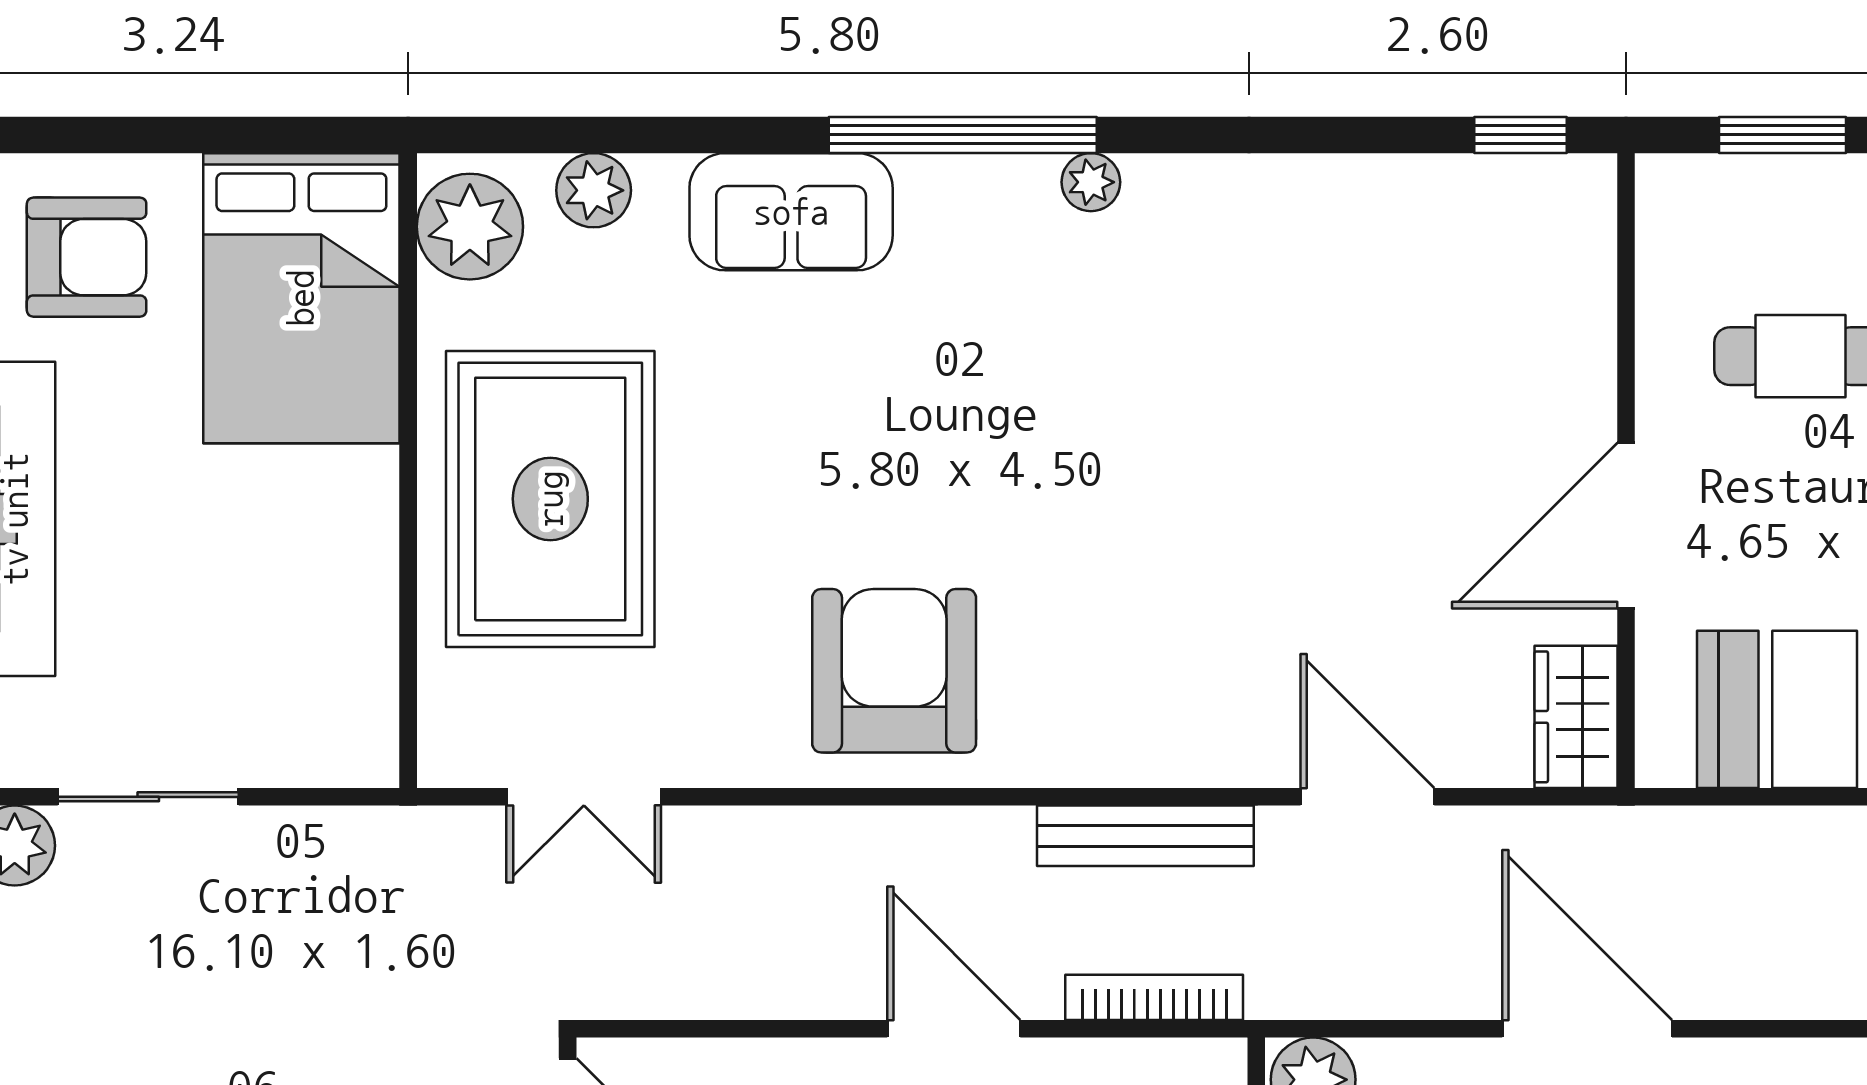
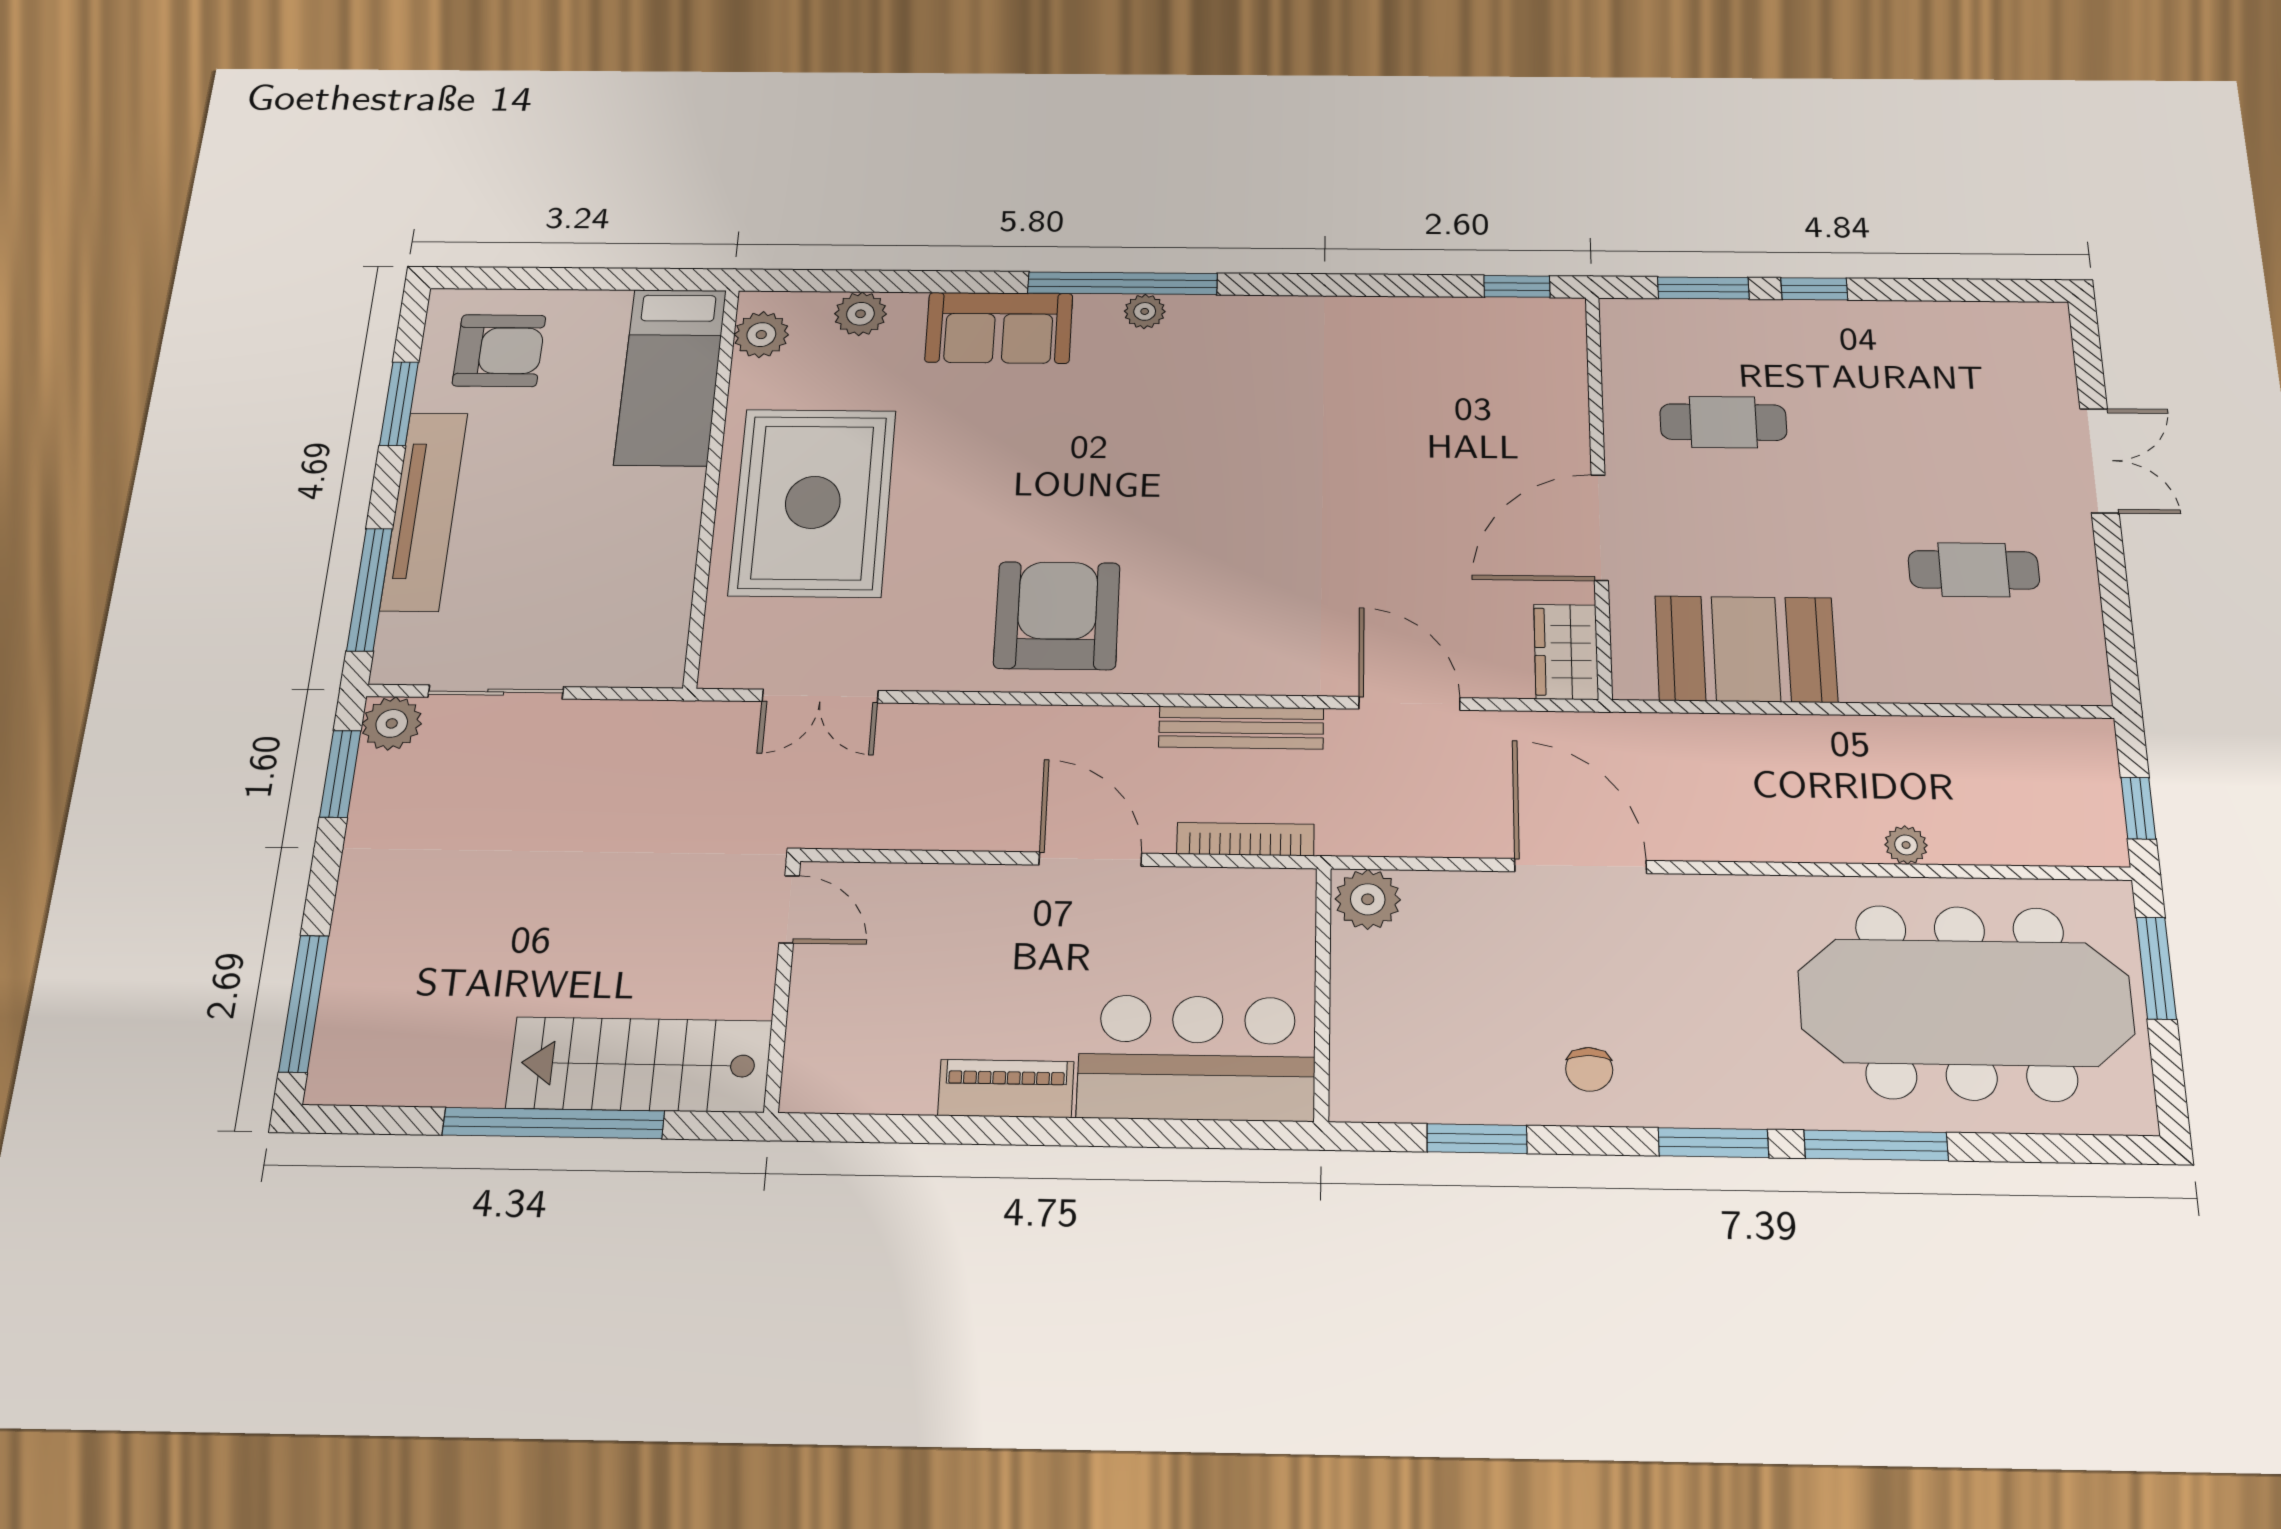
plant: (1091, 182) -> (1145, 311), moved
plant: (470, 227) -> (761, 335), width x0.73, depth x0.73
bed: (301, 298) -> (671, 377), width x0.67

